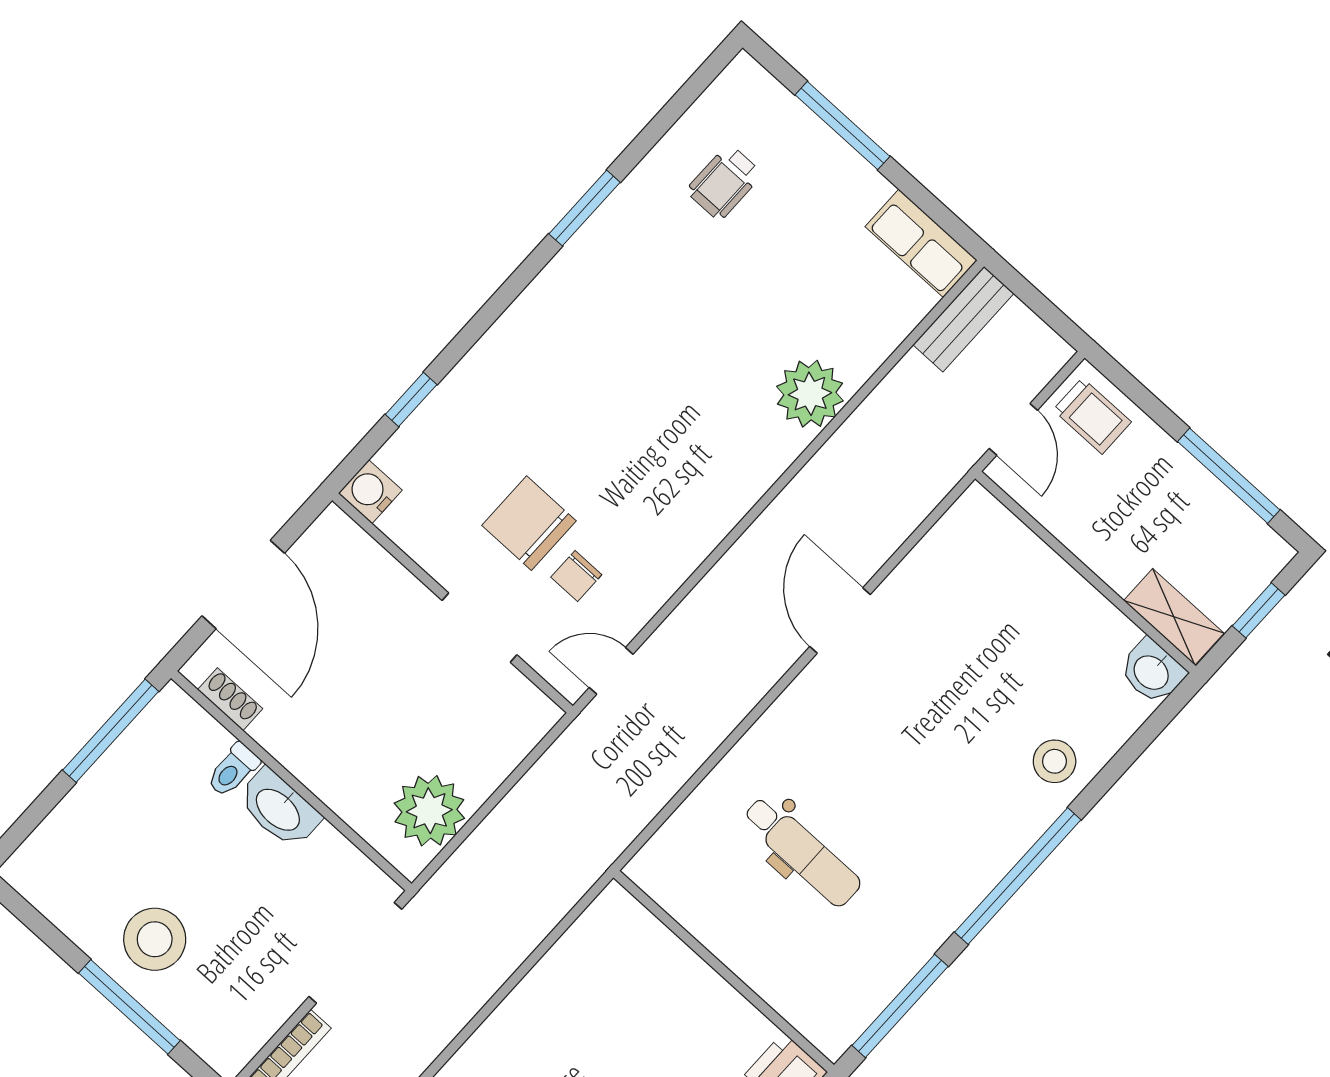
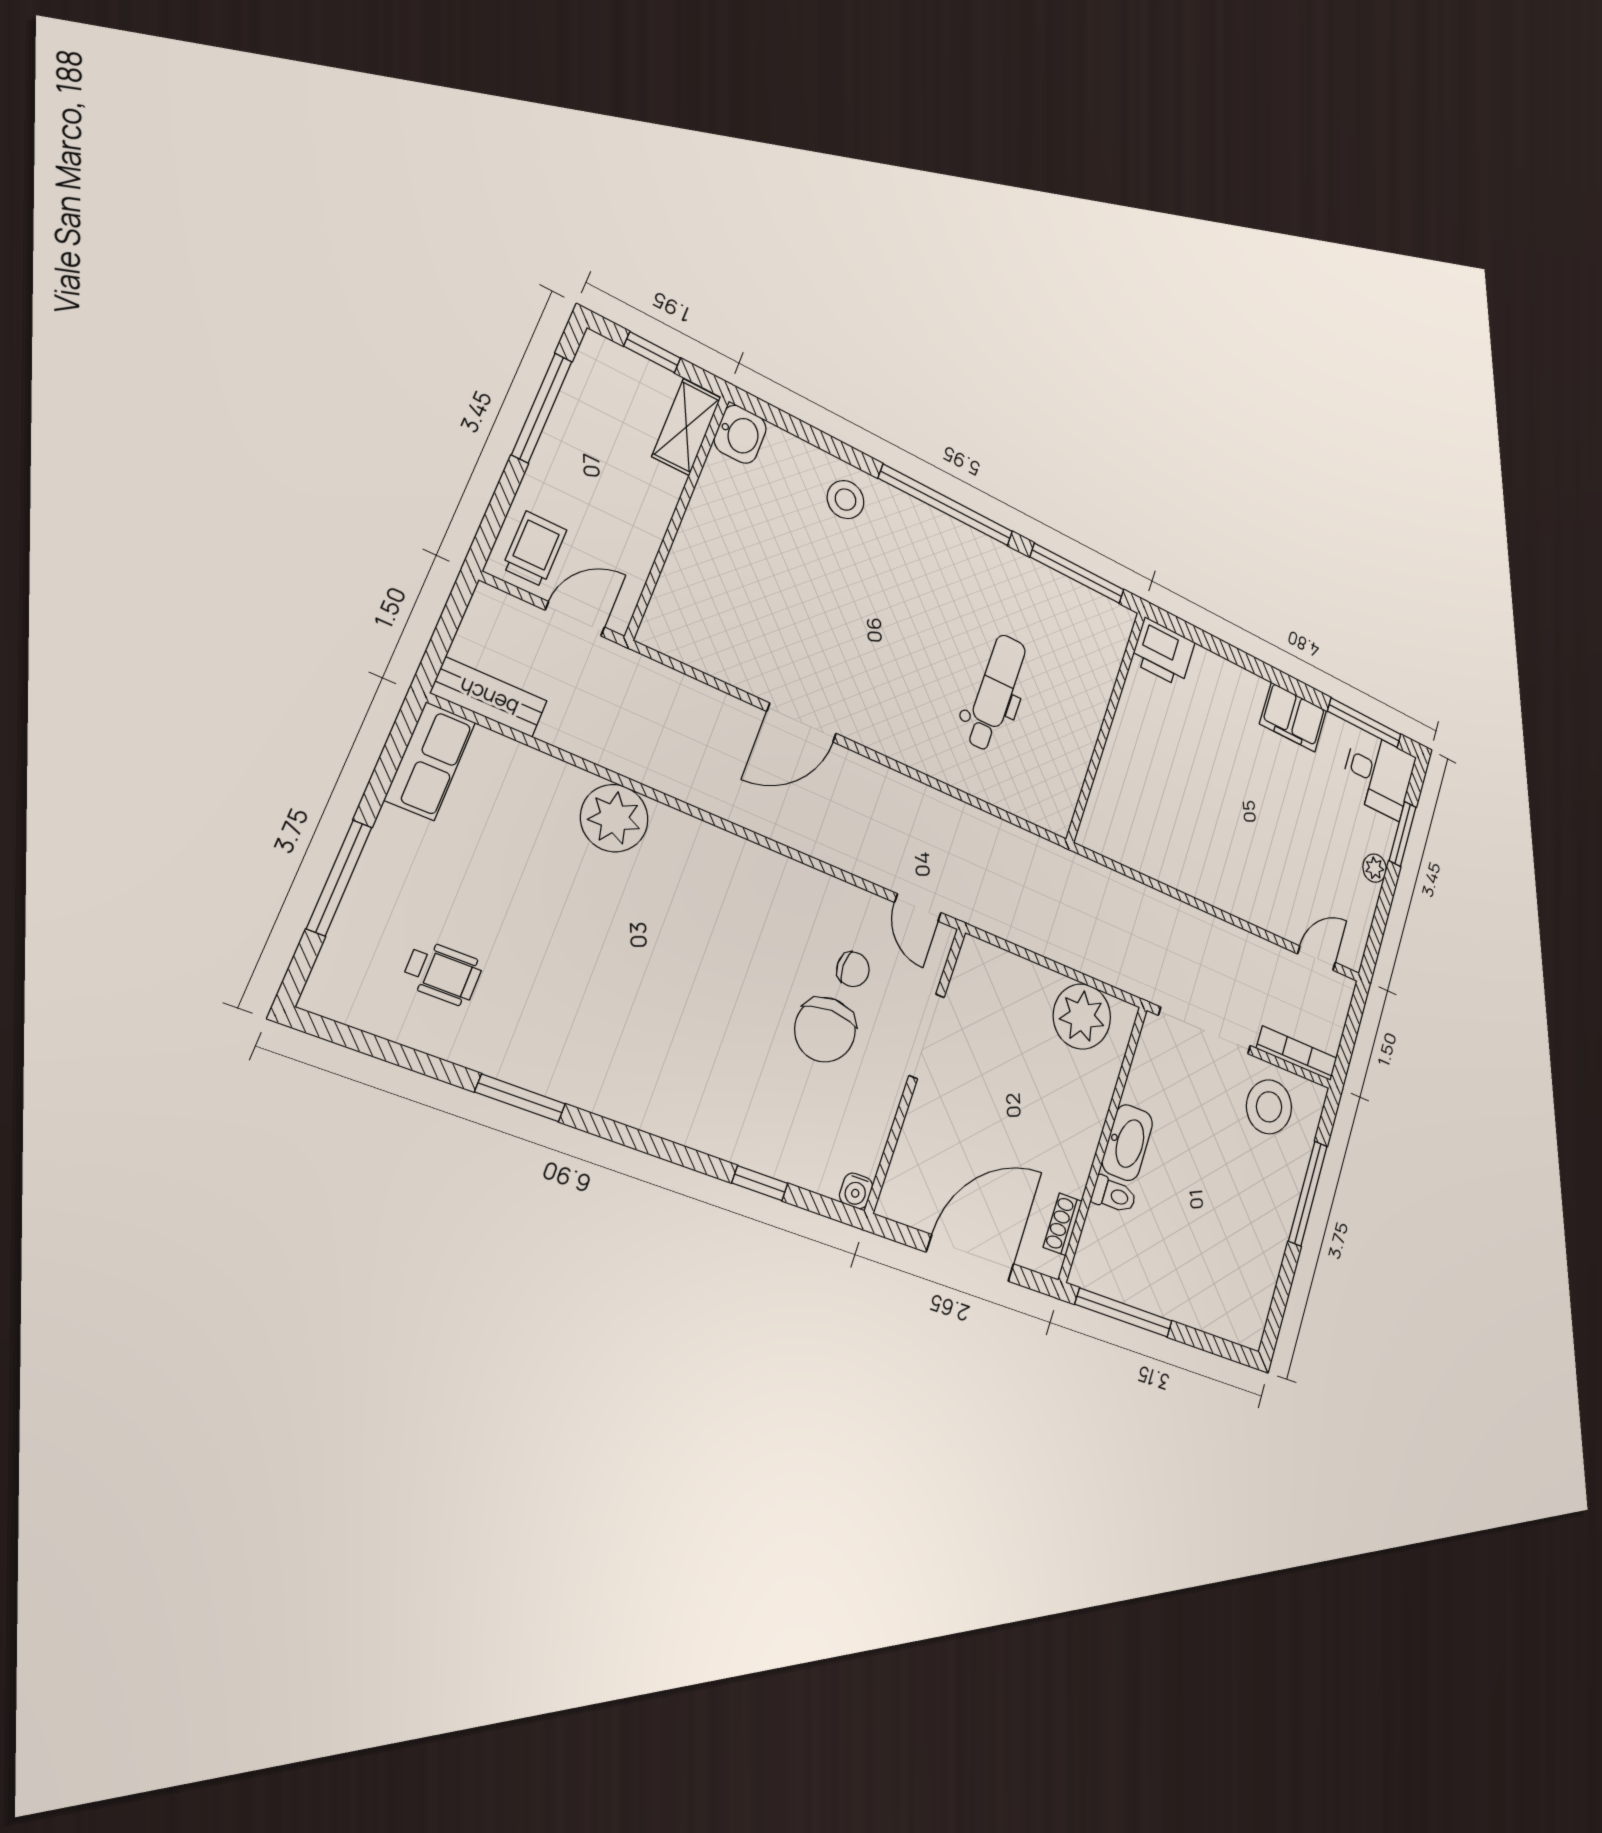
water cooler: (370, 492) -> (856, 1191), width x0.72, depth x0.72
stool: (155, 939) -> (1269, 1107), moved

